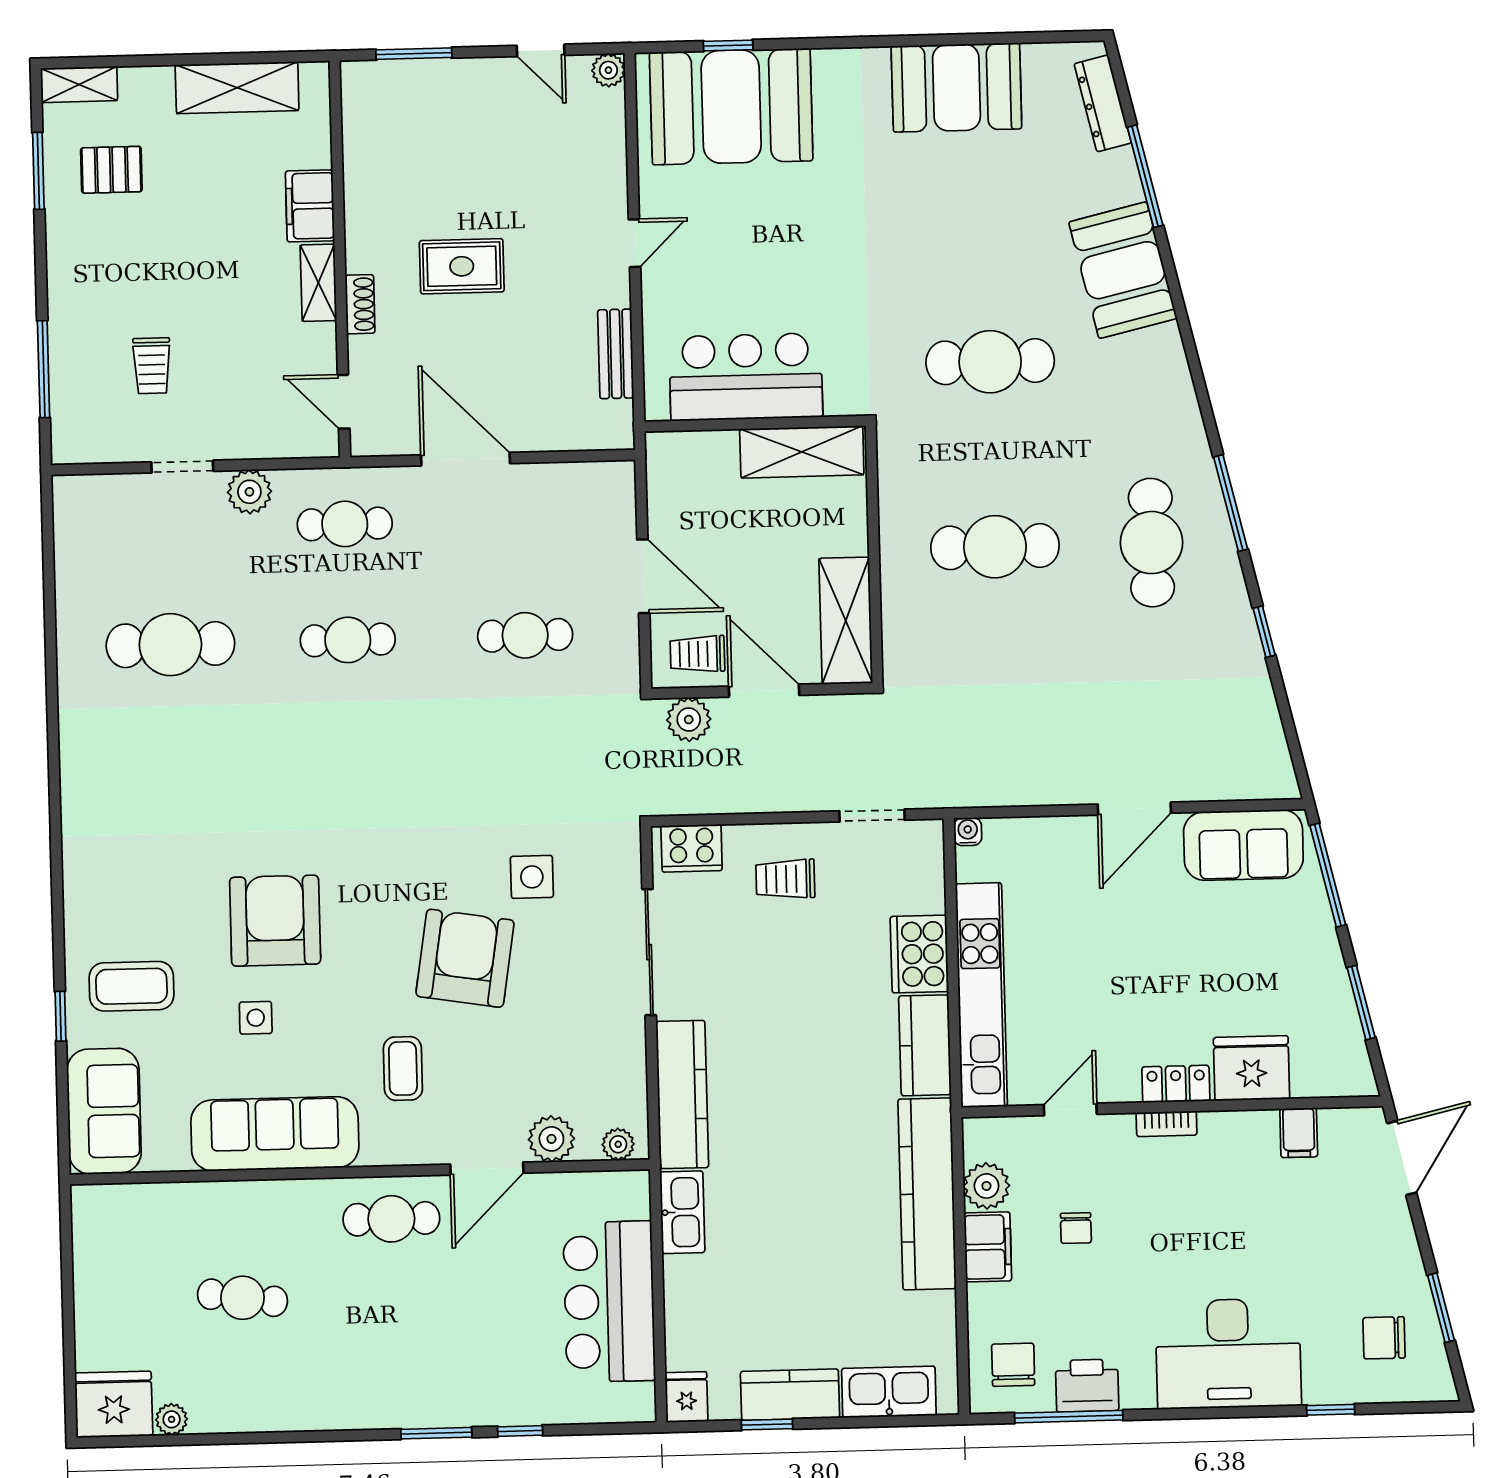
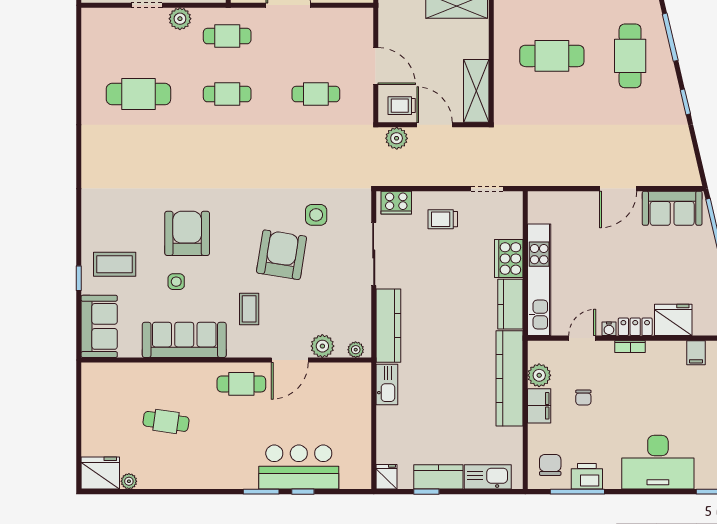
water cooler: (968, 832) -> (609, 329), moved, turned 180
bar counter: (609, 1302) -> (299, 467), moved, turned 90

